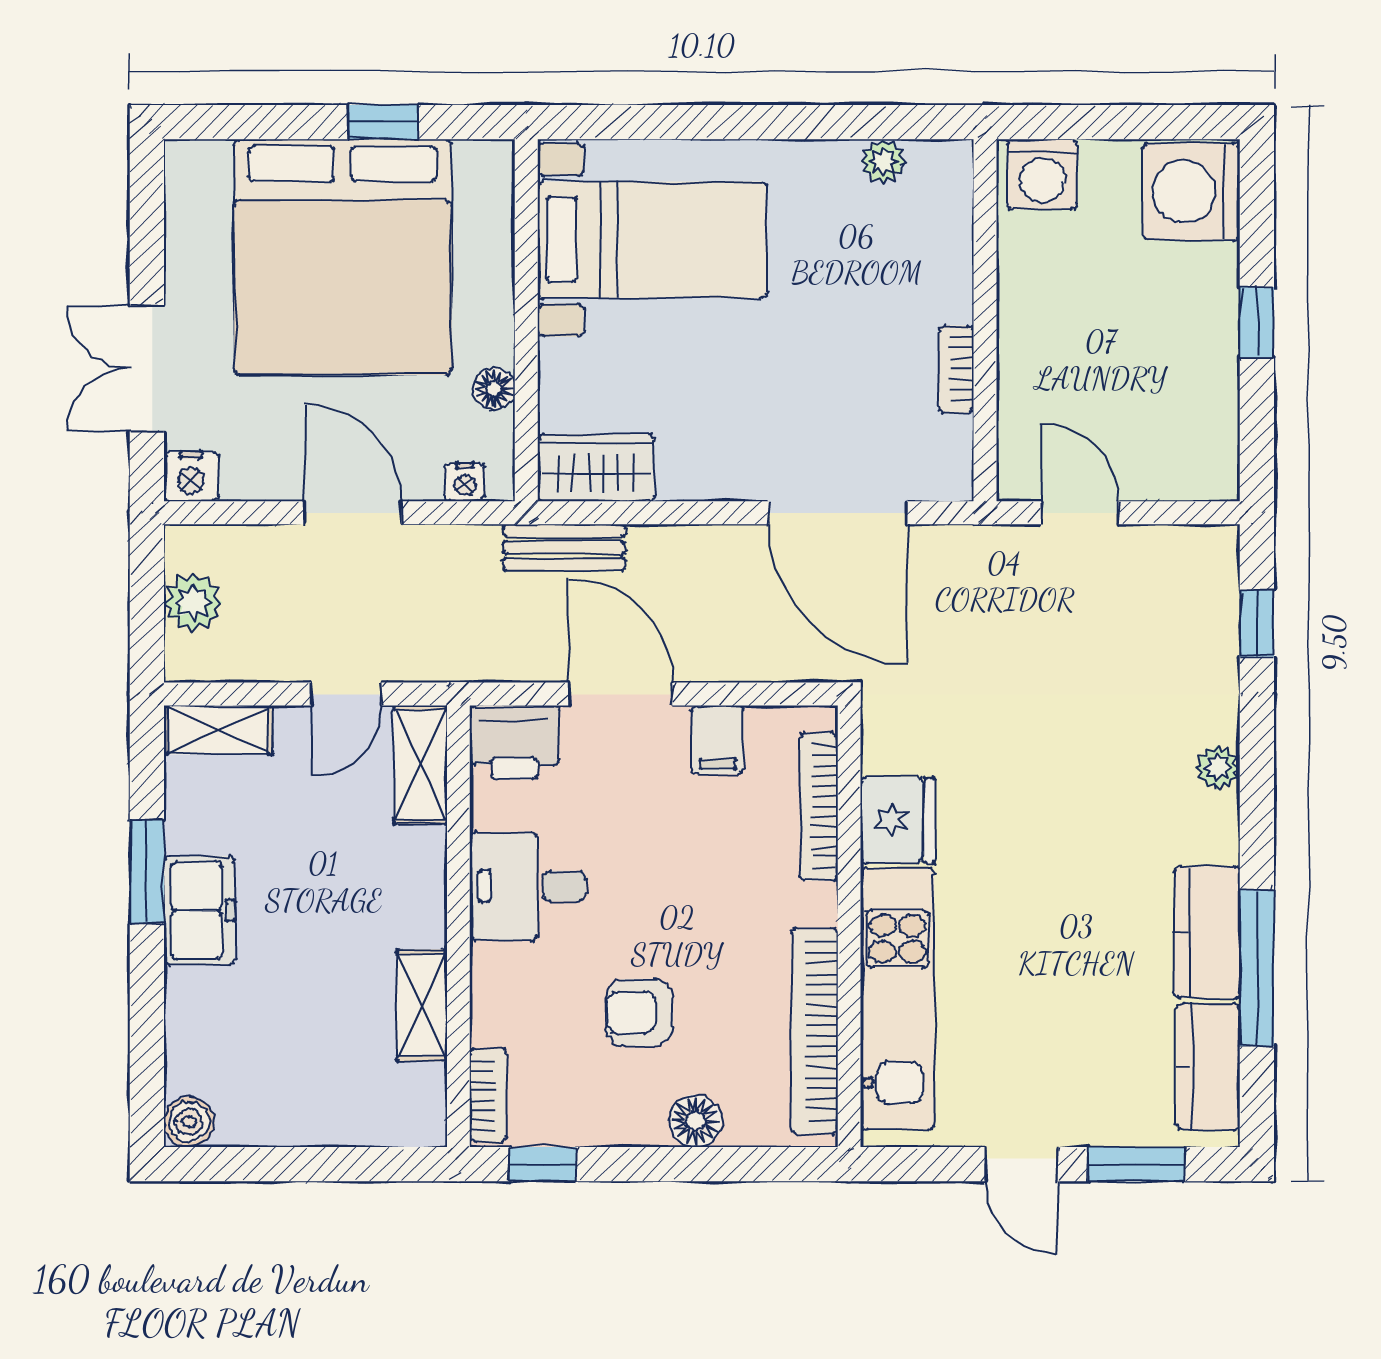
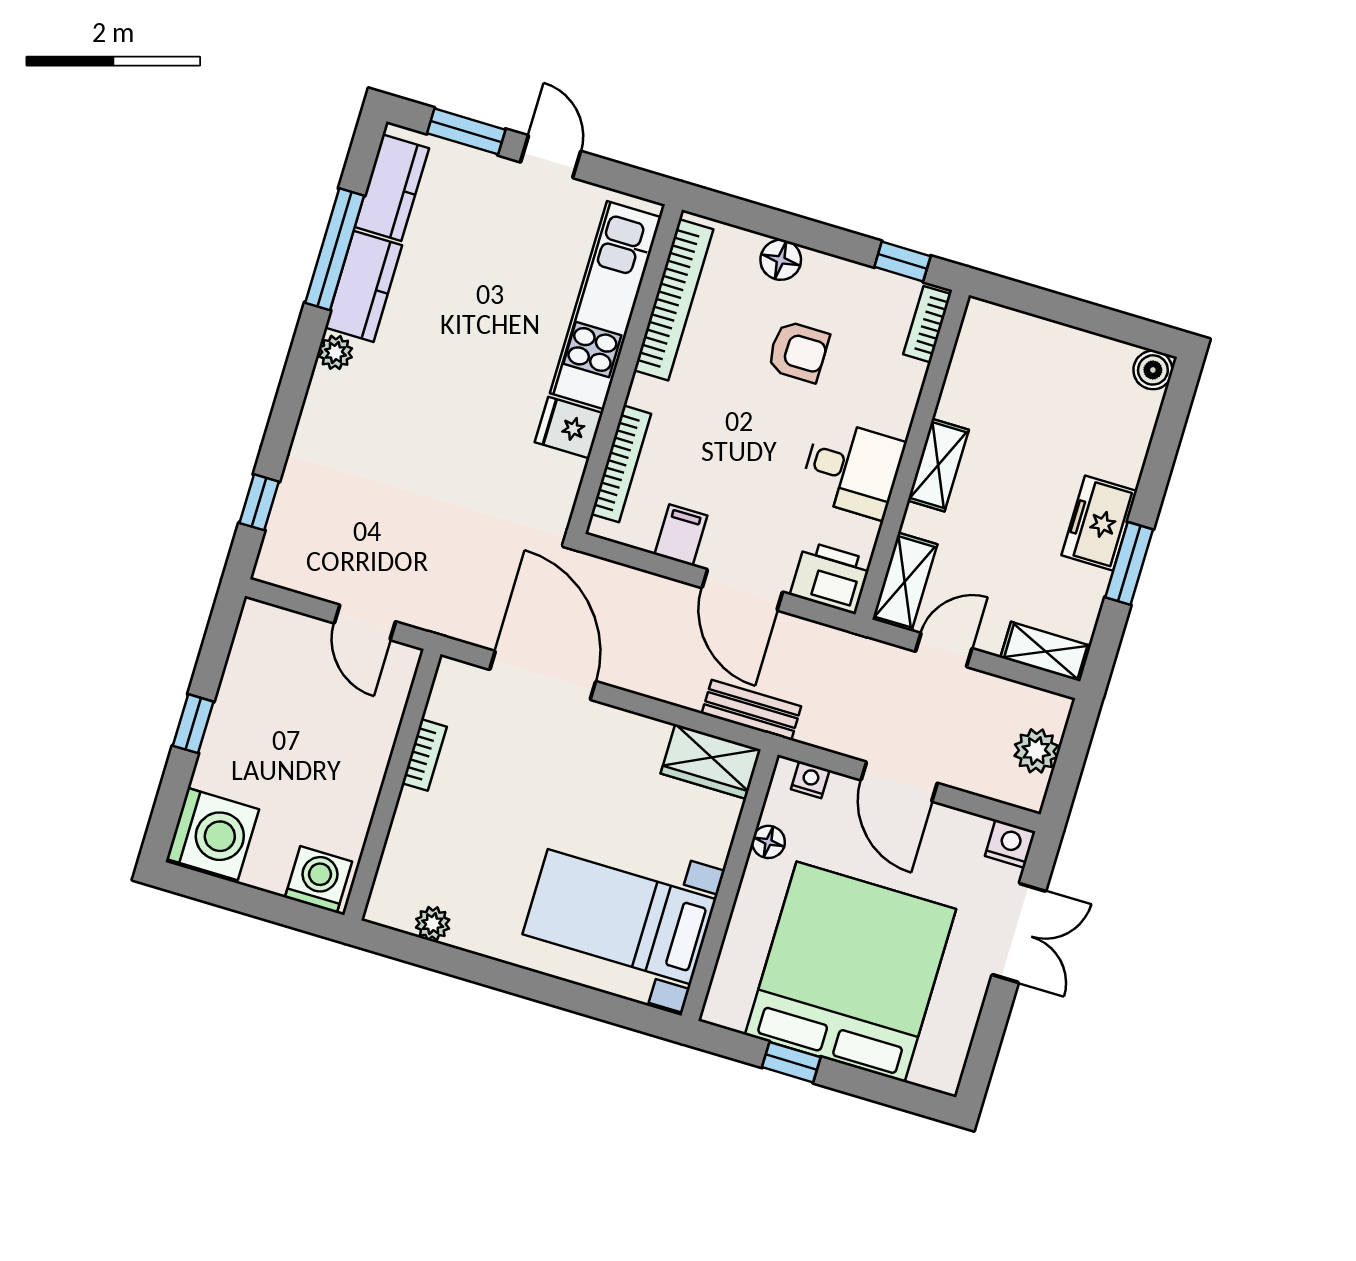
plant: (1217, 767) -> (335, 352), moved
fridge: (898, 820) -> (569, 428), width x0.72
shelving: (422, 1005) -> (938, 465), moved

